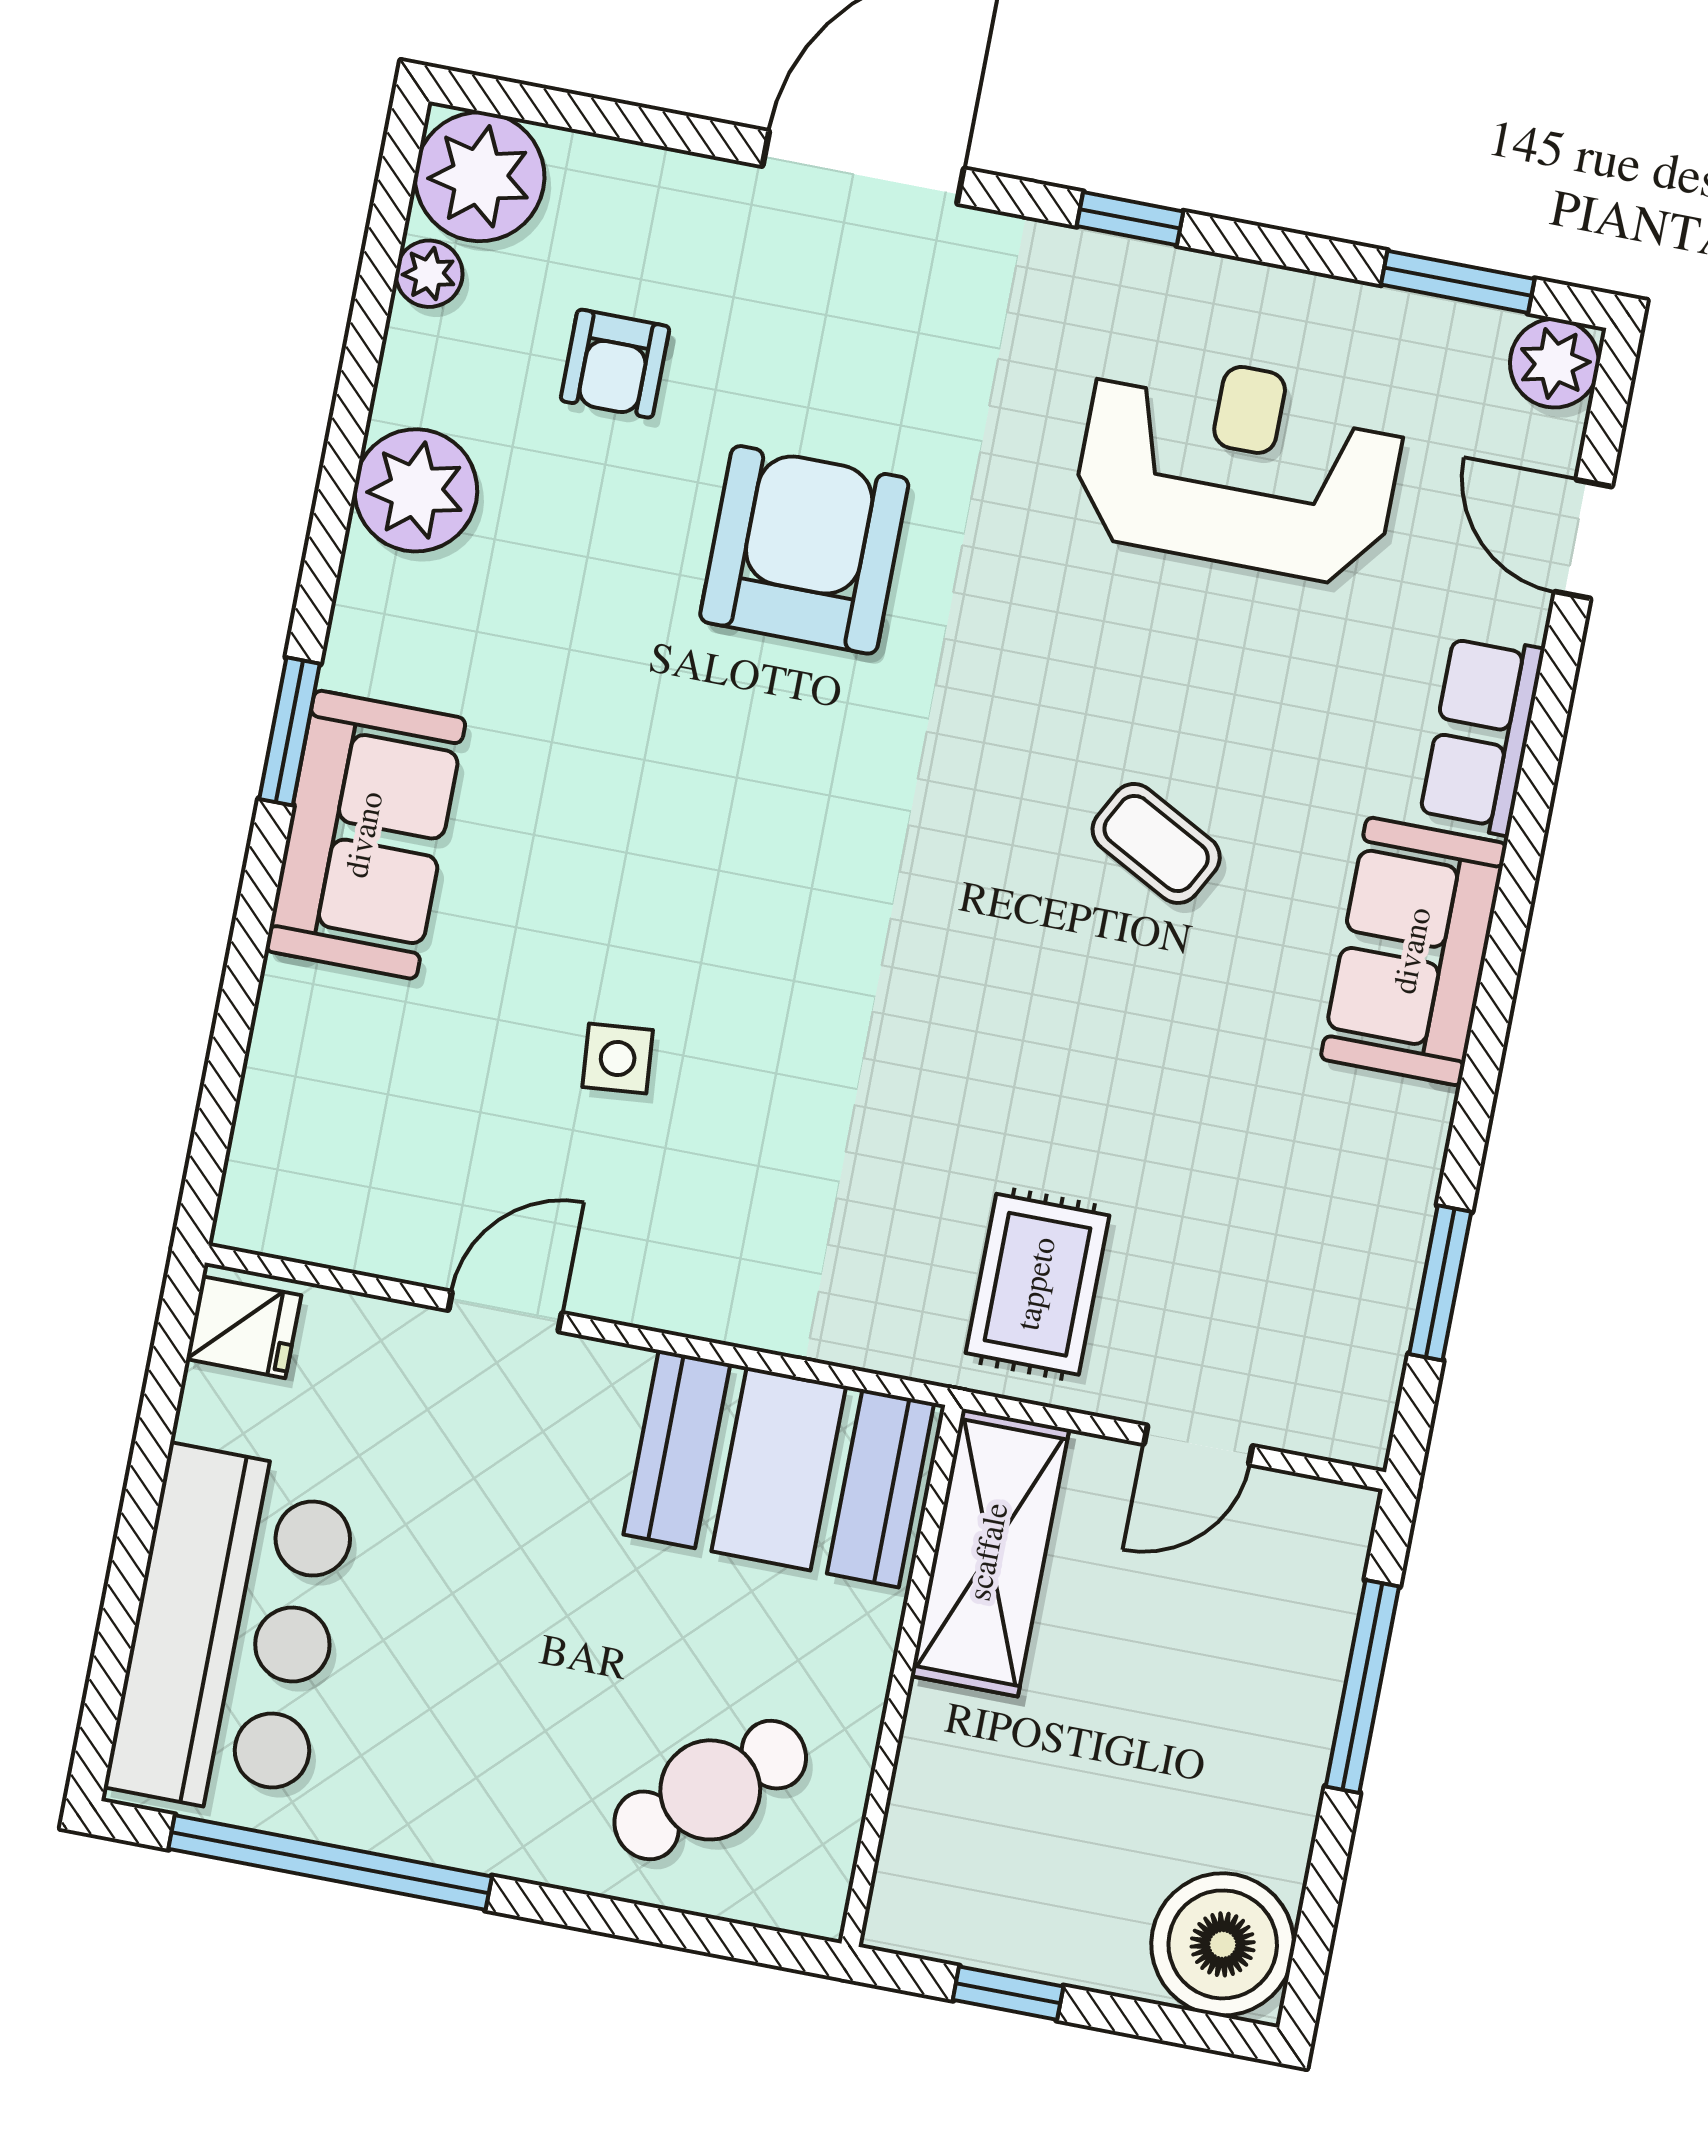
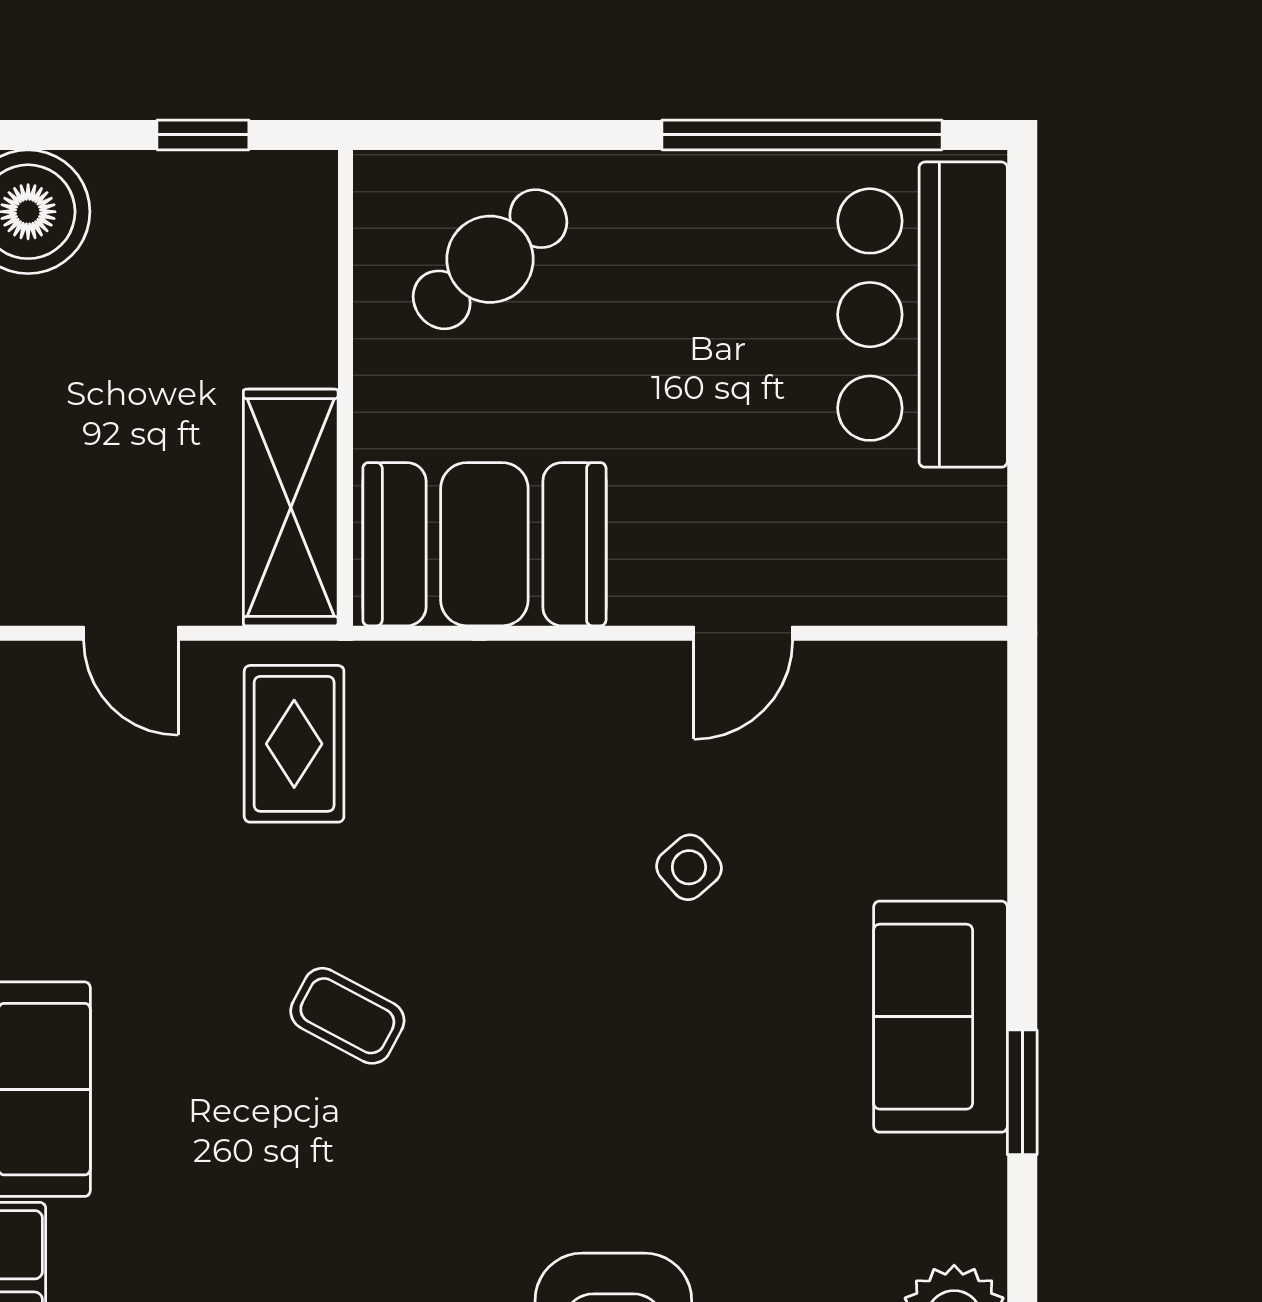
coffee table: (1156, 843) -> (347, 1016), moved
side table: (618, 1059) -> (689, 867), turned -36
fridge: (244, 1327) -> (963, 577), removed
door: (1198, 1445) -> (131, 633), swing flipped

